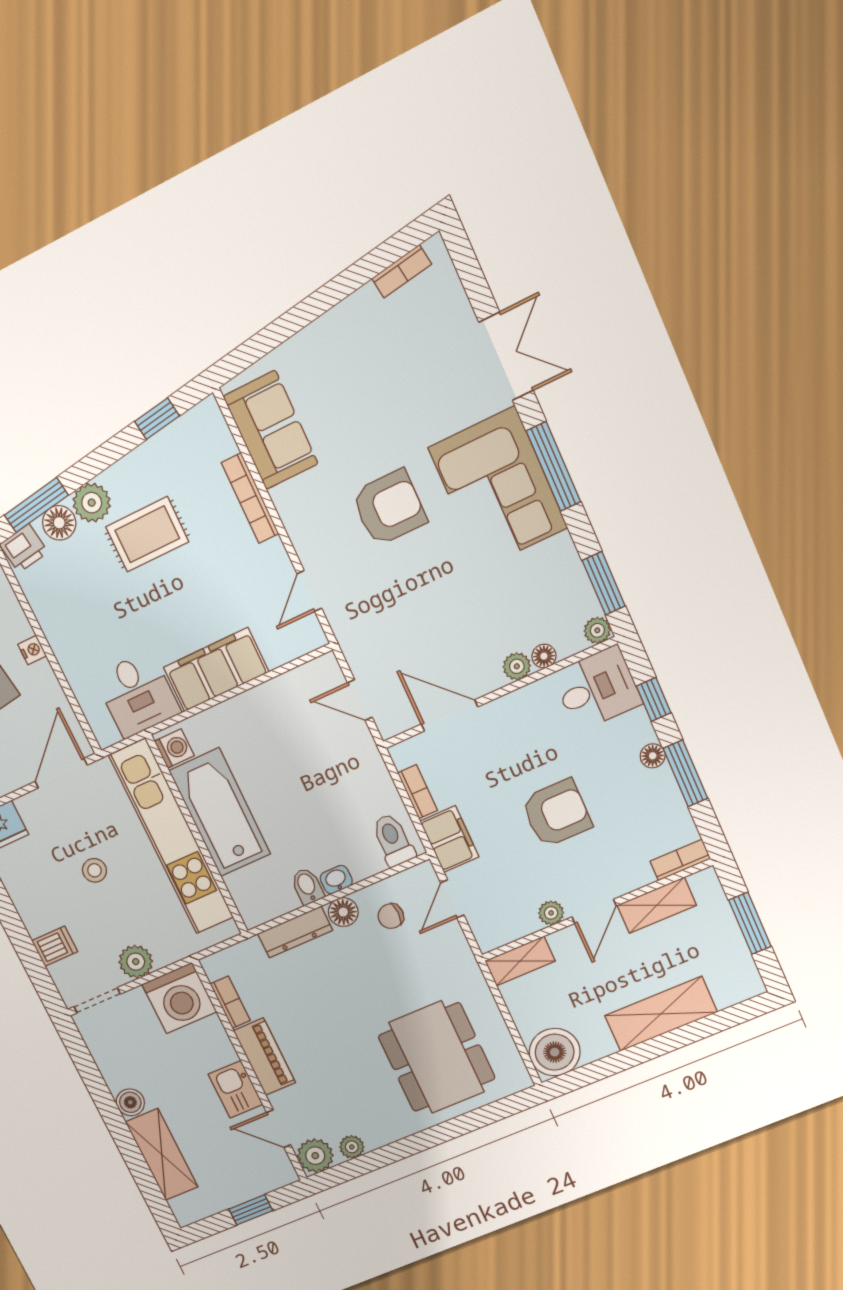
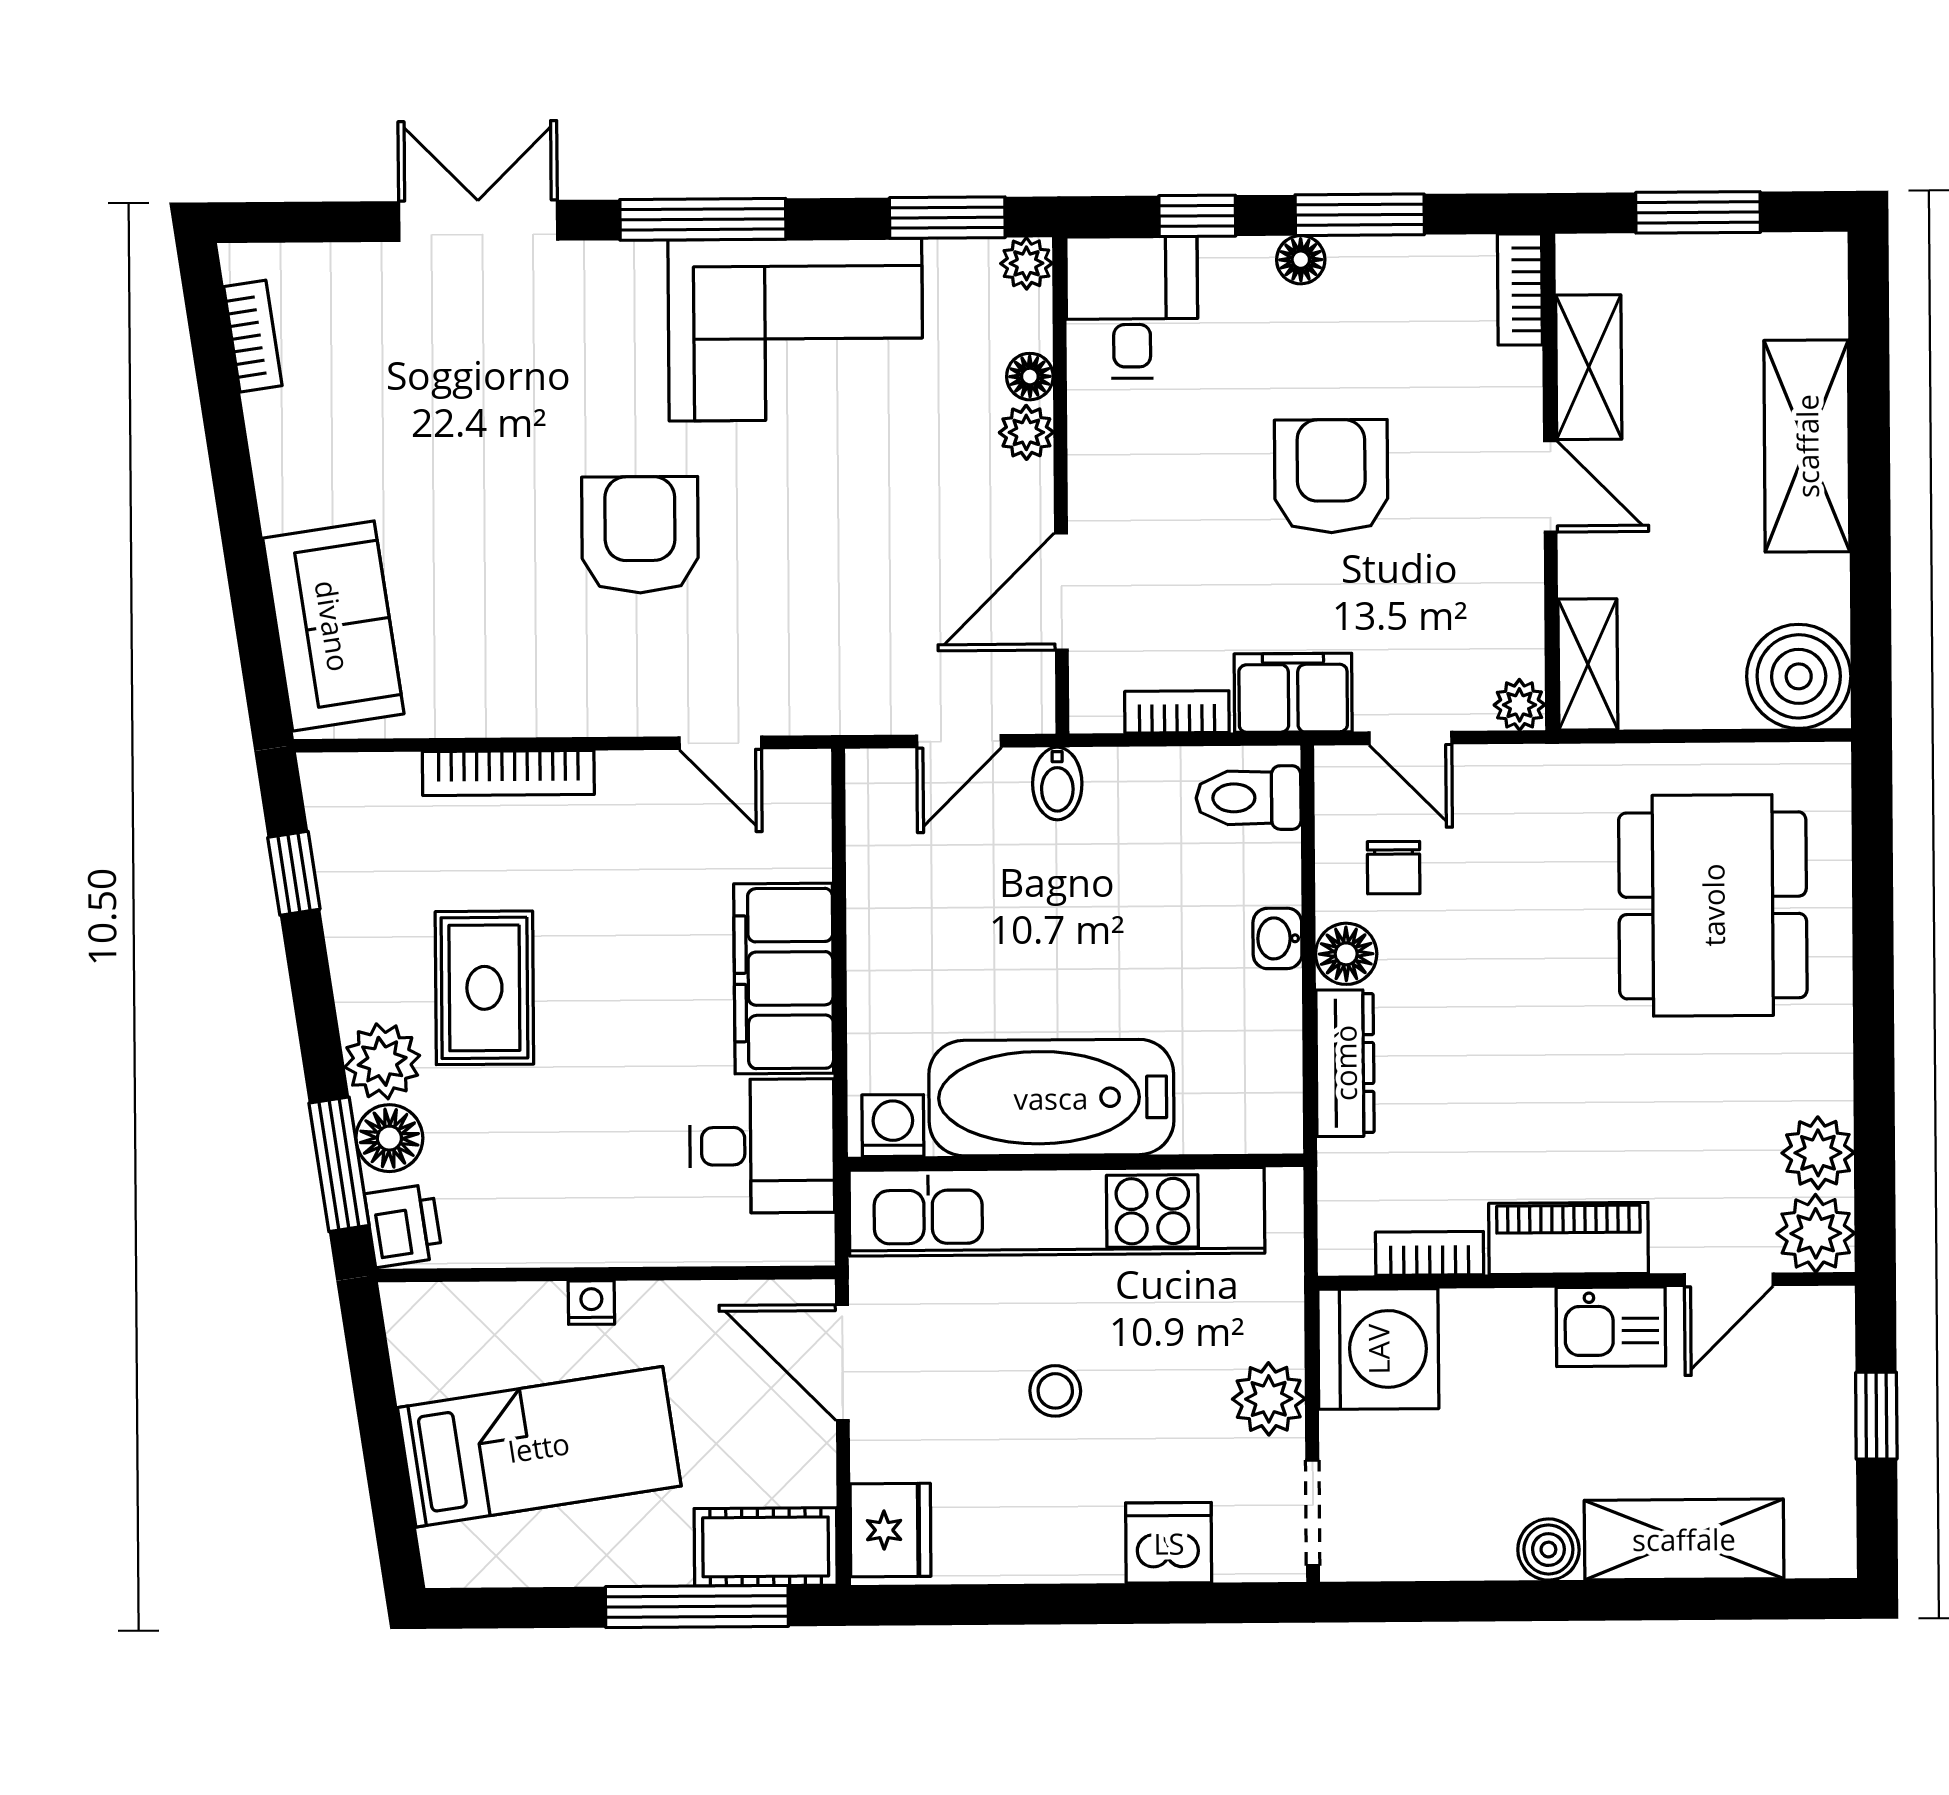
sofa: (271, 430) -> (333, 626), moved, turned 82
corner sofa: (498, 488) -> (795, 330), moved
bidet: (307, 886) -> (1057, 784), moved, turned -90
plant: (551, 913) -> (1519, 705), moved
dishwasher: (55, 946) -> (1169, 1543), width x1.38
dining table: (437, 1057) -> (1713, 905), turned 90
plant: (352, 1147) -> (1818, 1153), width x1.38, depth x1.38

